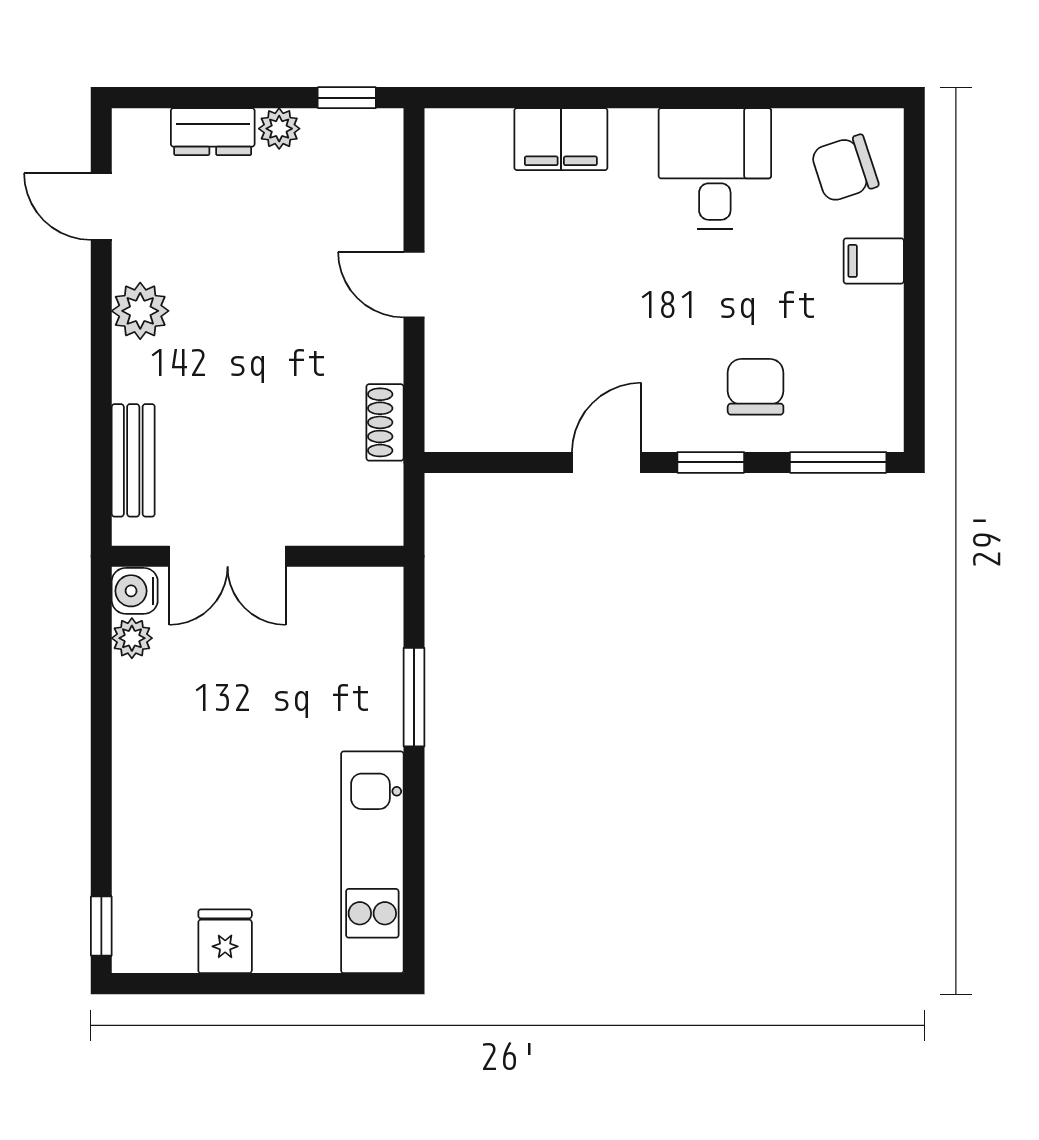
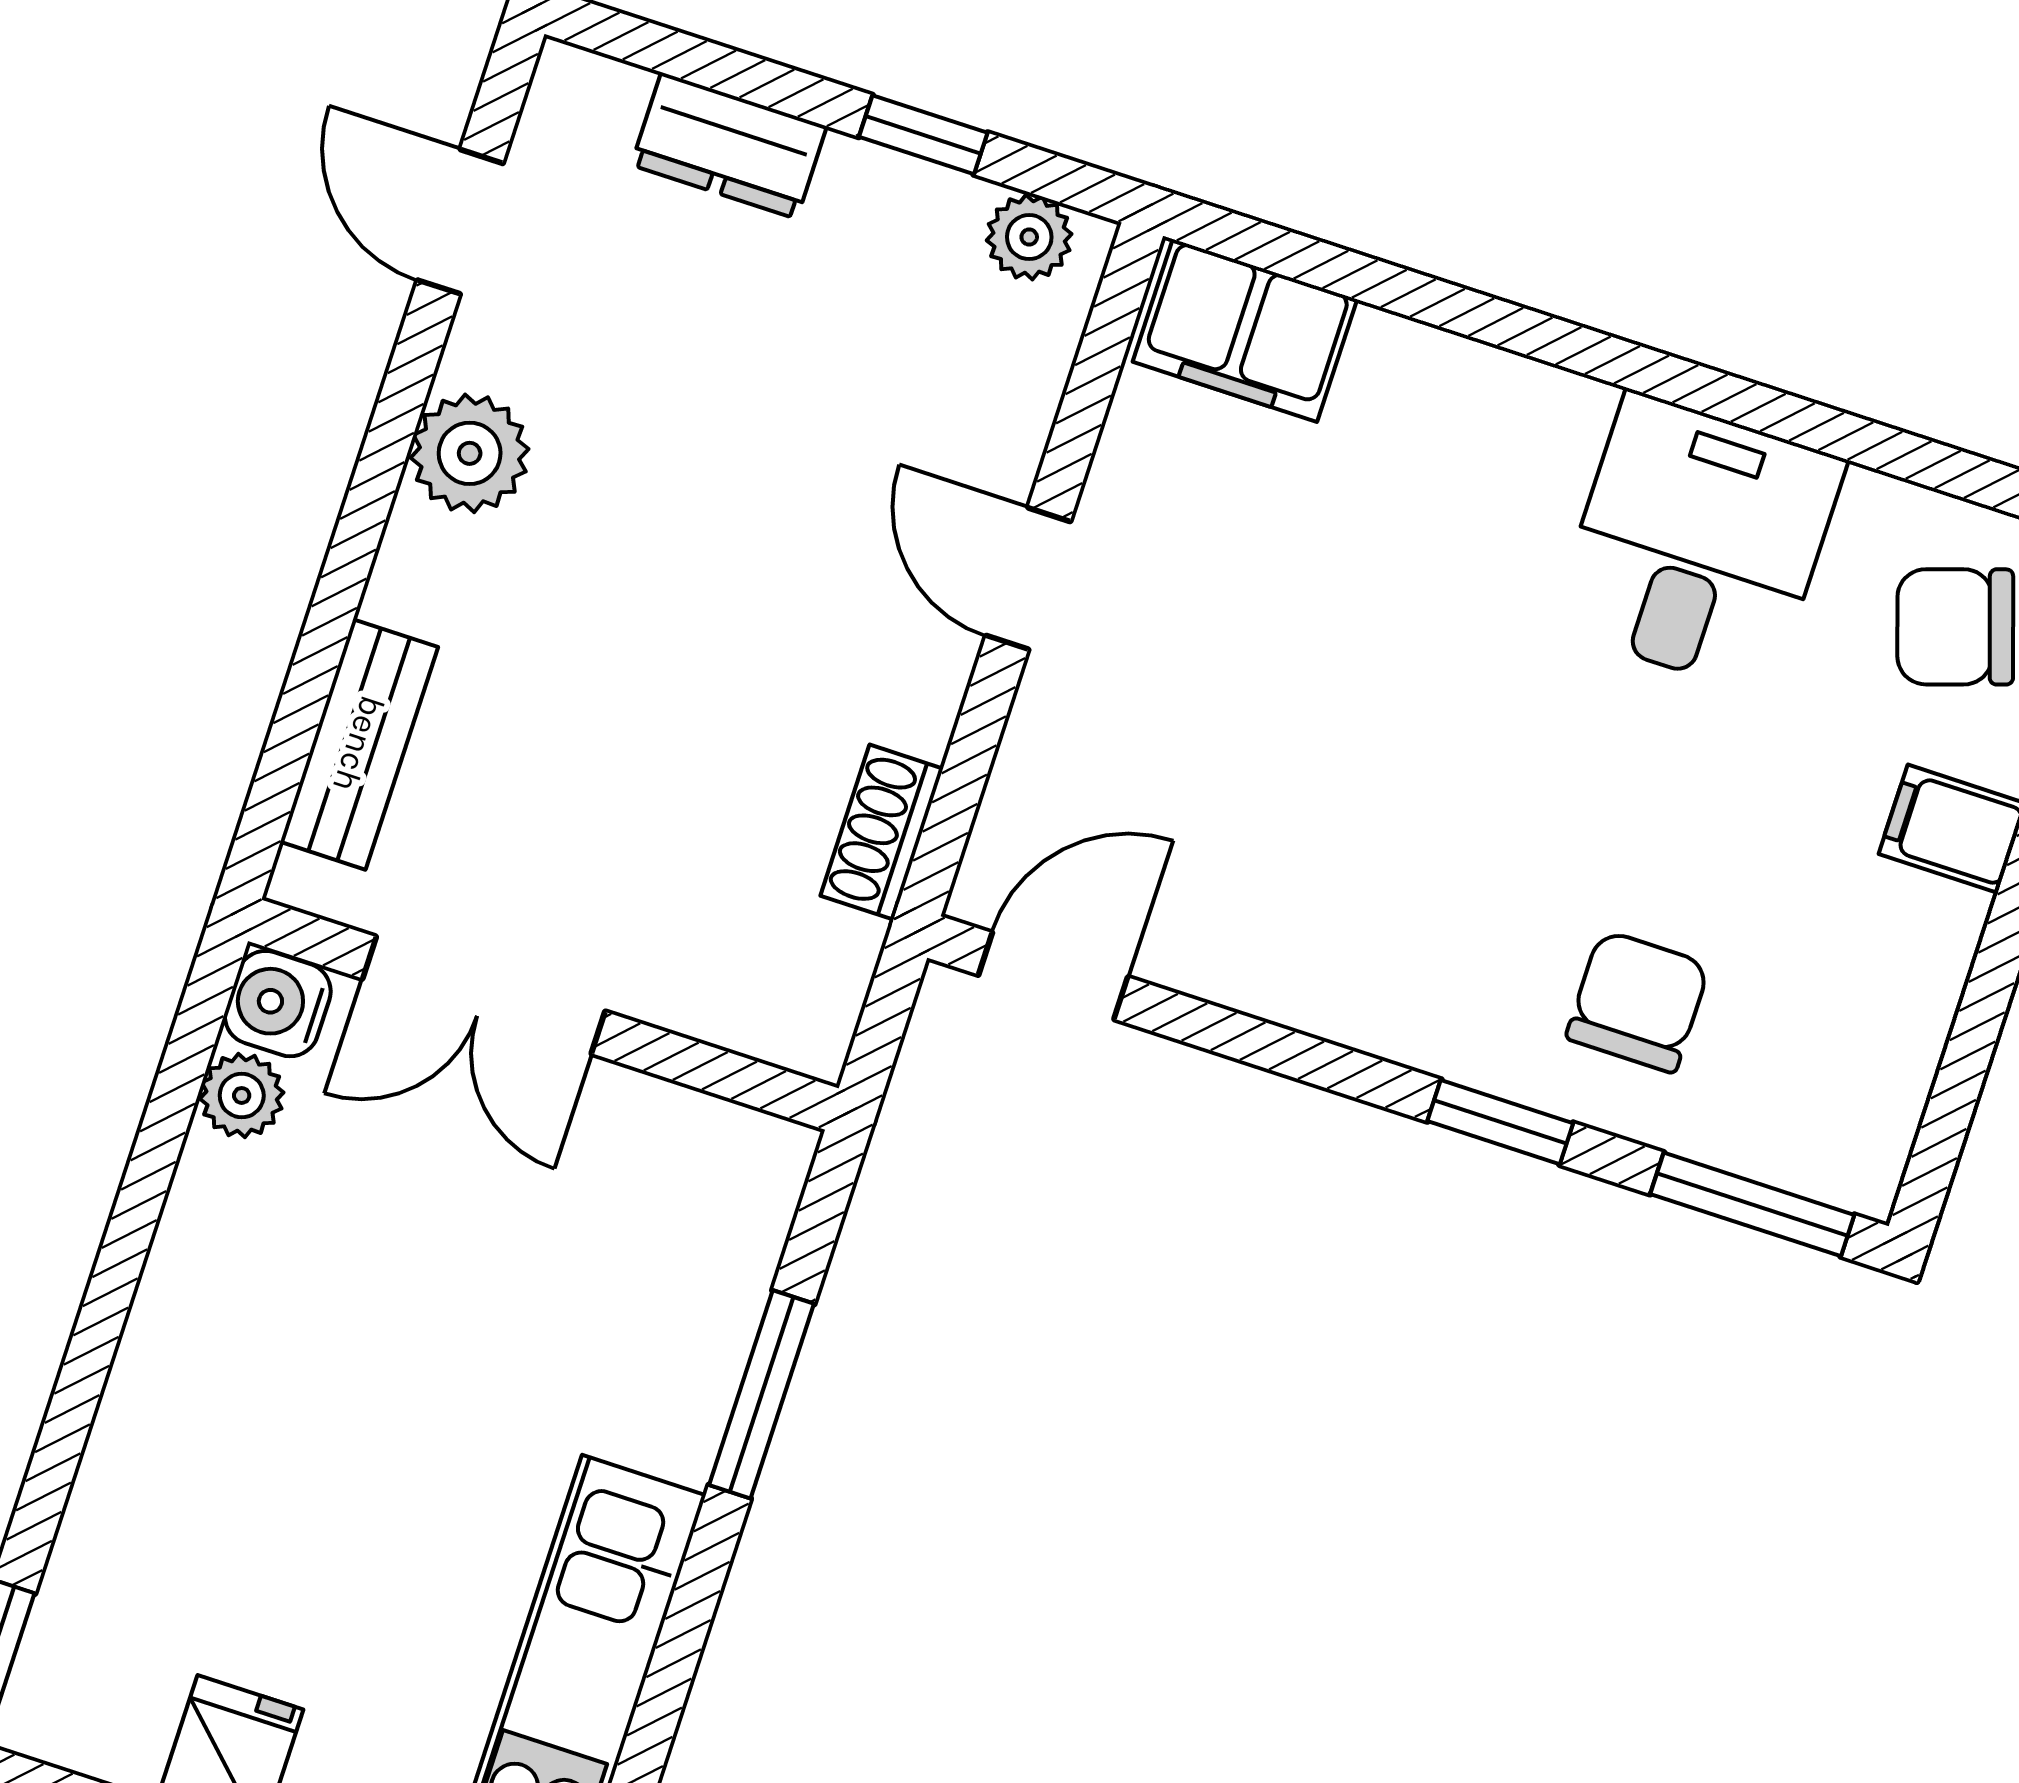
window: (347, 98) -> (923, 135), moved
plant: (279, 129) -> (1029, 237), moved
filing cabinet: (561, 139) -> (1245, 331), moved
door: (607, 462) -> (1053, 976), moved

